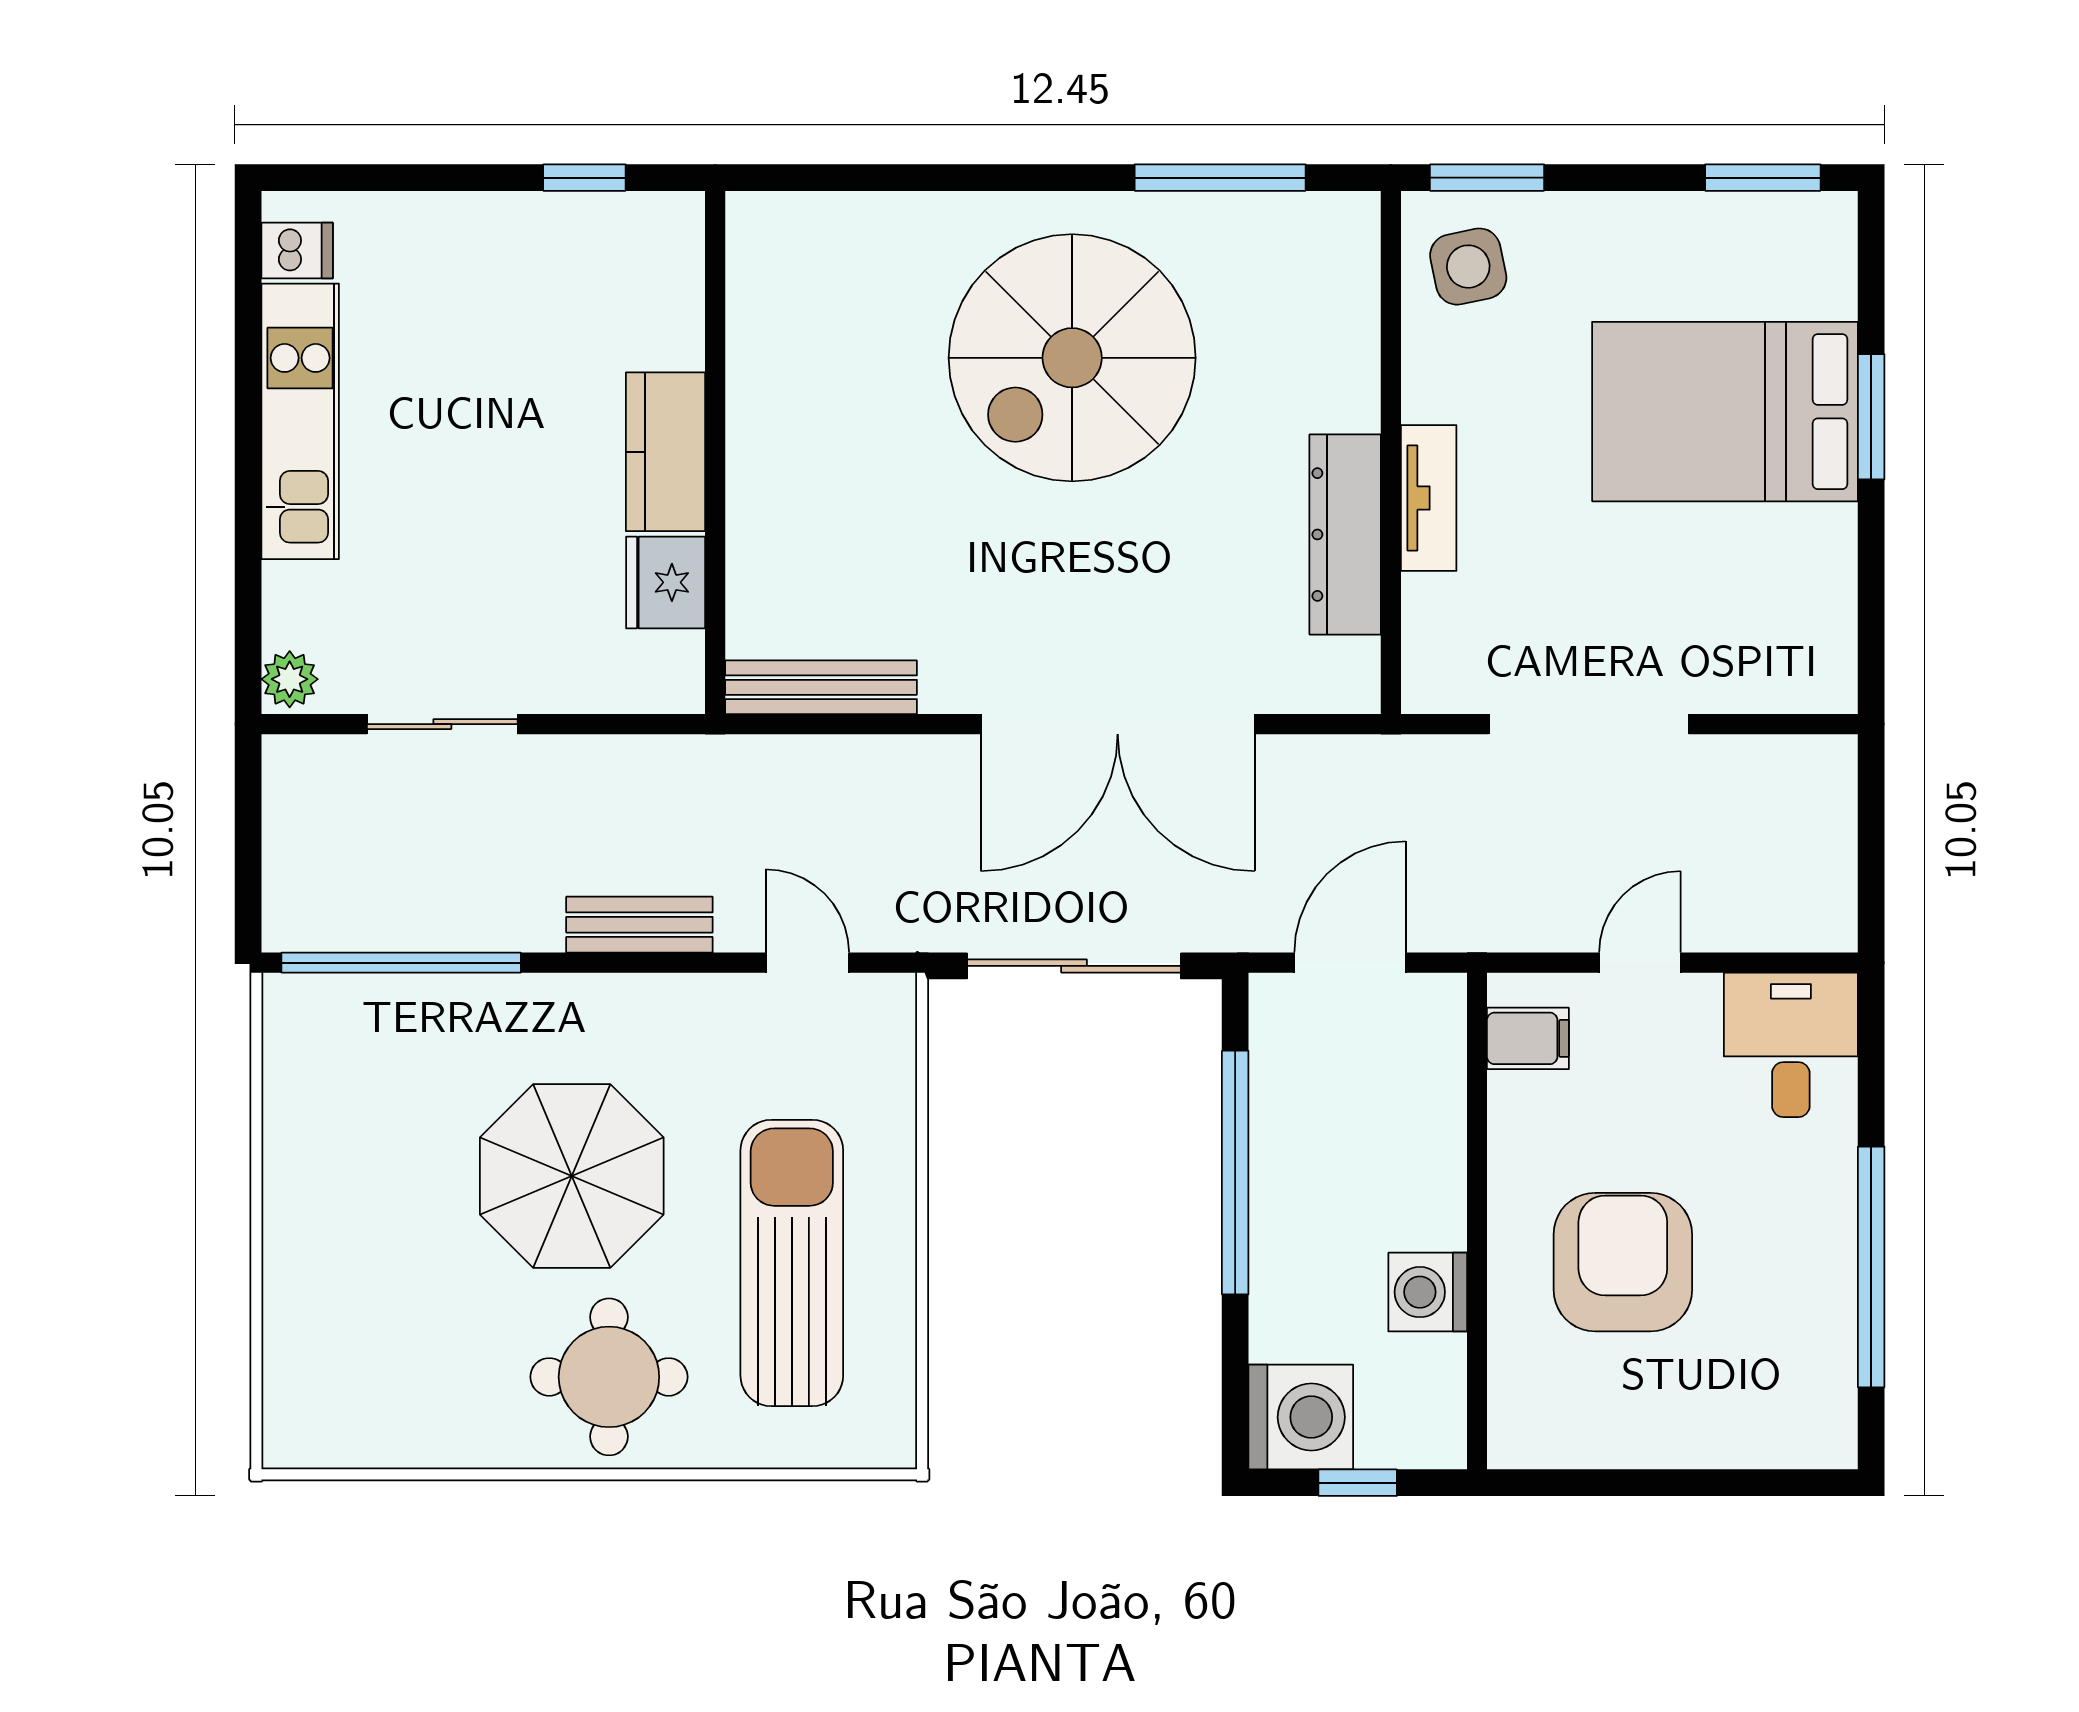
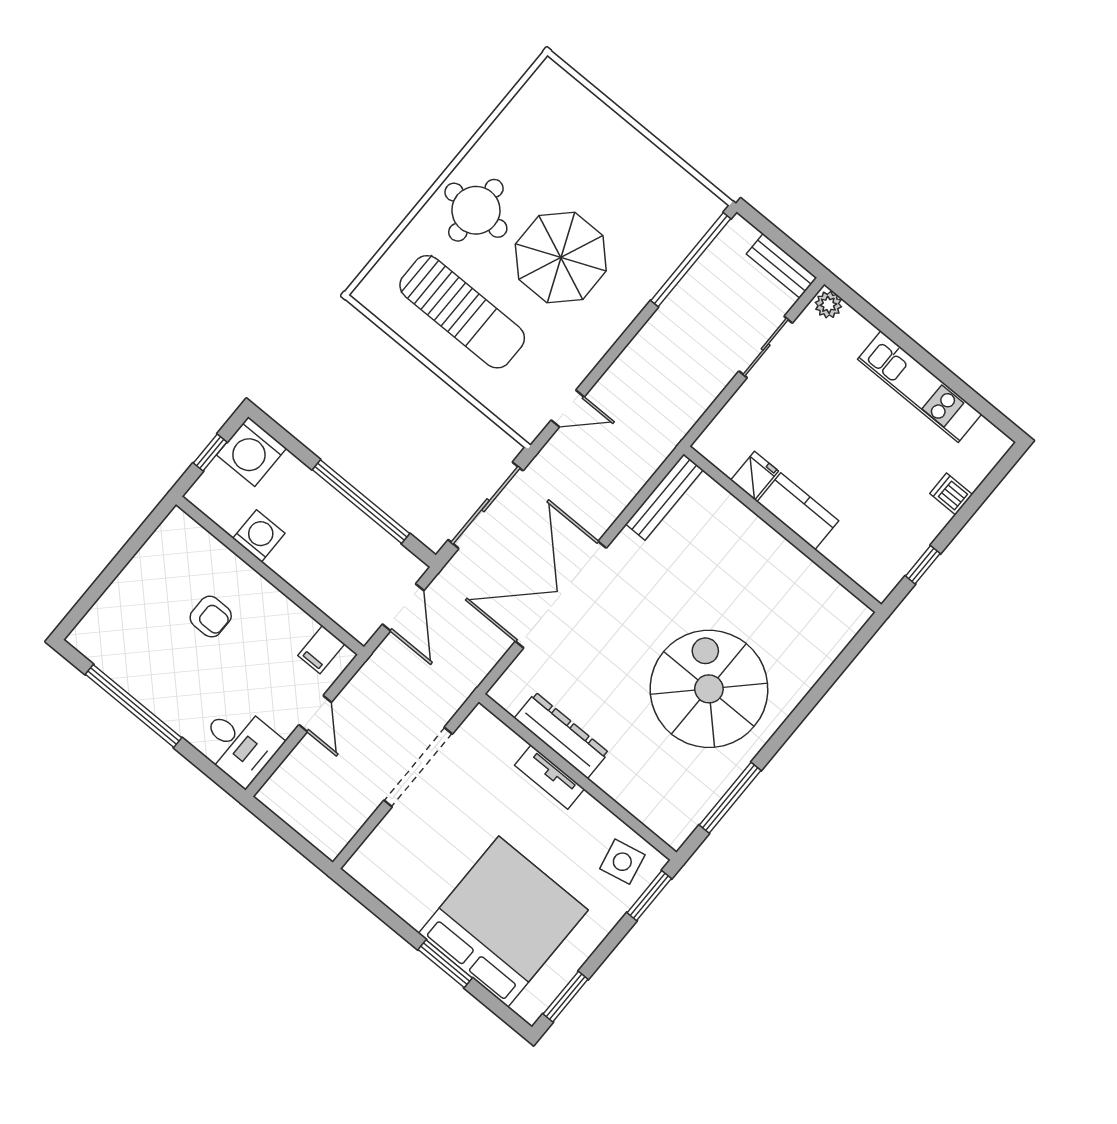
dishwasher: (297, 250) -> (951, 494), moved, turned 90
bed: (1725, 412) -> (503, 922), width x1.36
fridge: (666, 582) -> (755, 476), width x0.72
bench: (639, 925) -> (782, 266), moved, turned 90
armchair: (1623, 1262) -> (211, 617), width x0.53, depth x0.53

